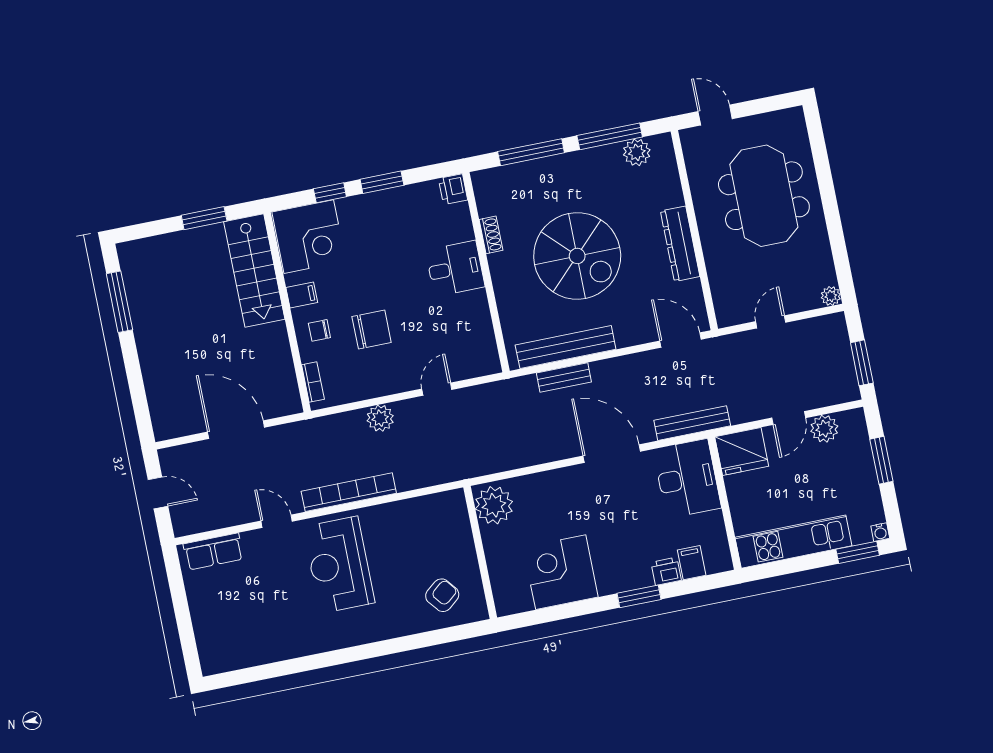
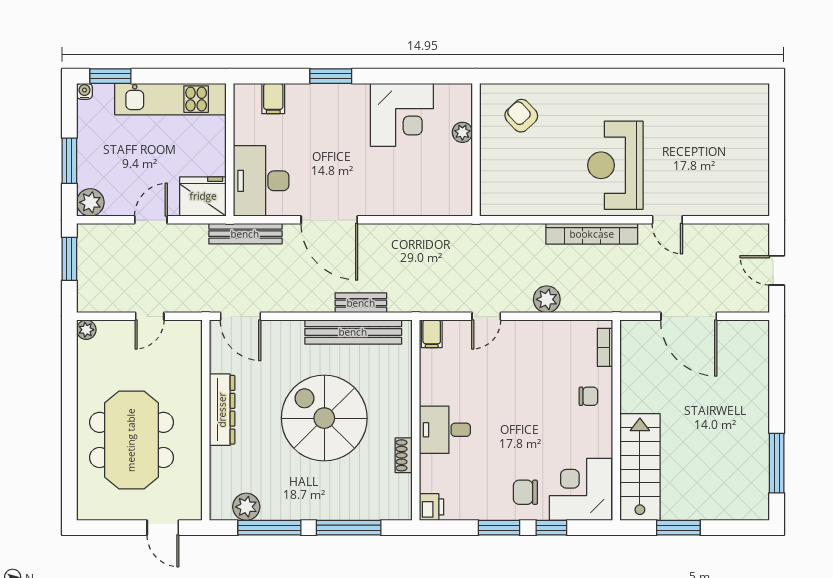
filing cabinet: (302, 295) -> (432, 334), moved, turned -90
chair: (372, 330) -> (525, 492), moved, width x0.73, depth x0.73
plant: (824, 429) -> (90, 202), moved
plant: (494, 505) -> (462, 132), moved, width x0.53, depth x0.53
row of seats: (213, 551) -> (735, 203), removed
reception desk: (339, 565) -> (615, 165), turned 180
printer: (666, 571) -> (300, 95), removed
armchair: (442, 595) -> (521, 116), turned 86

